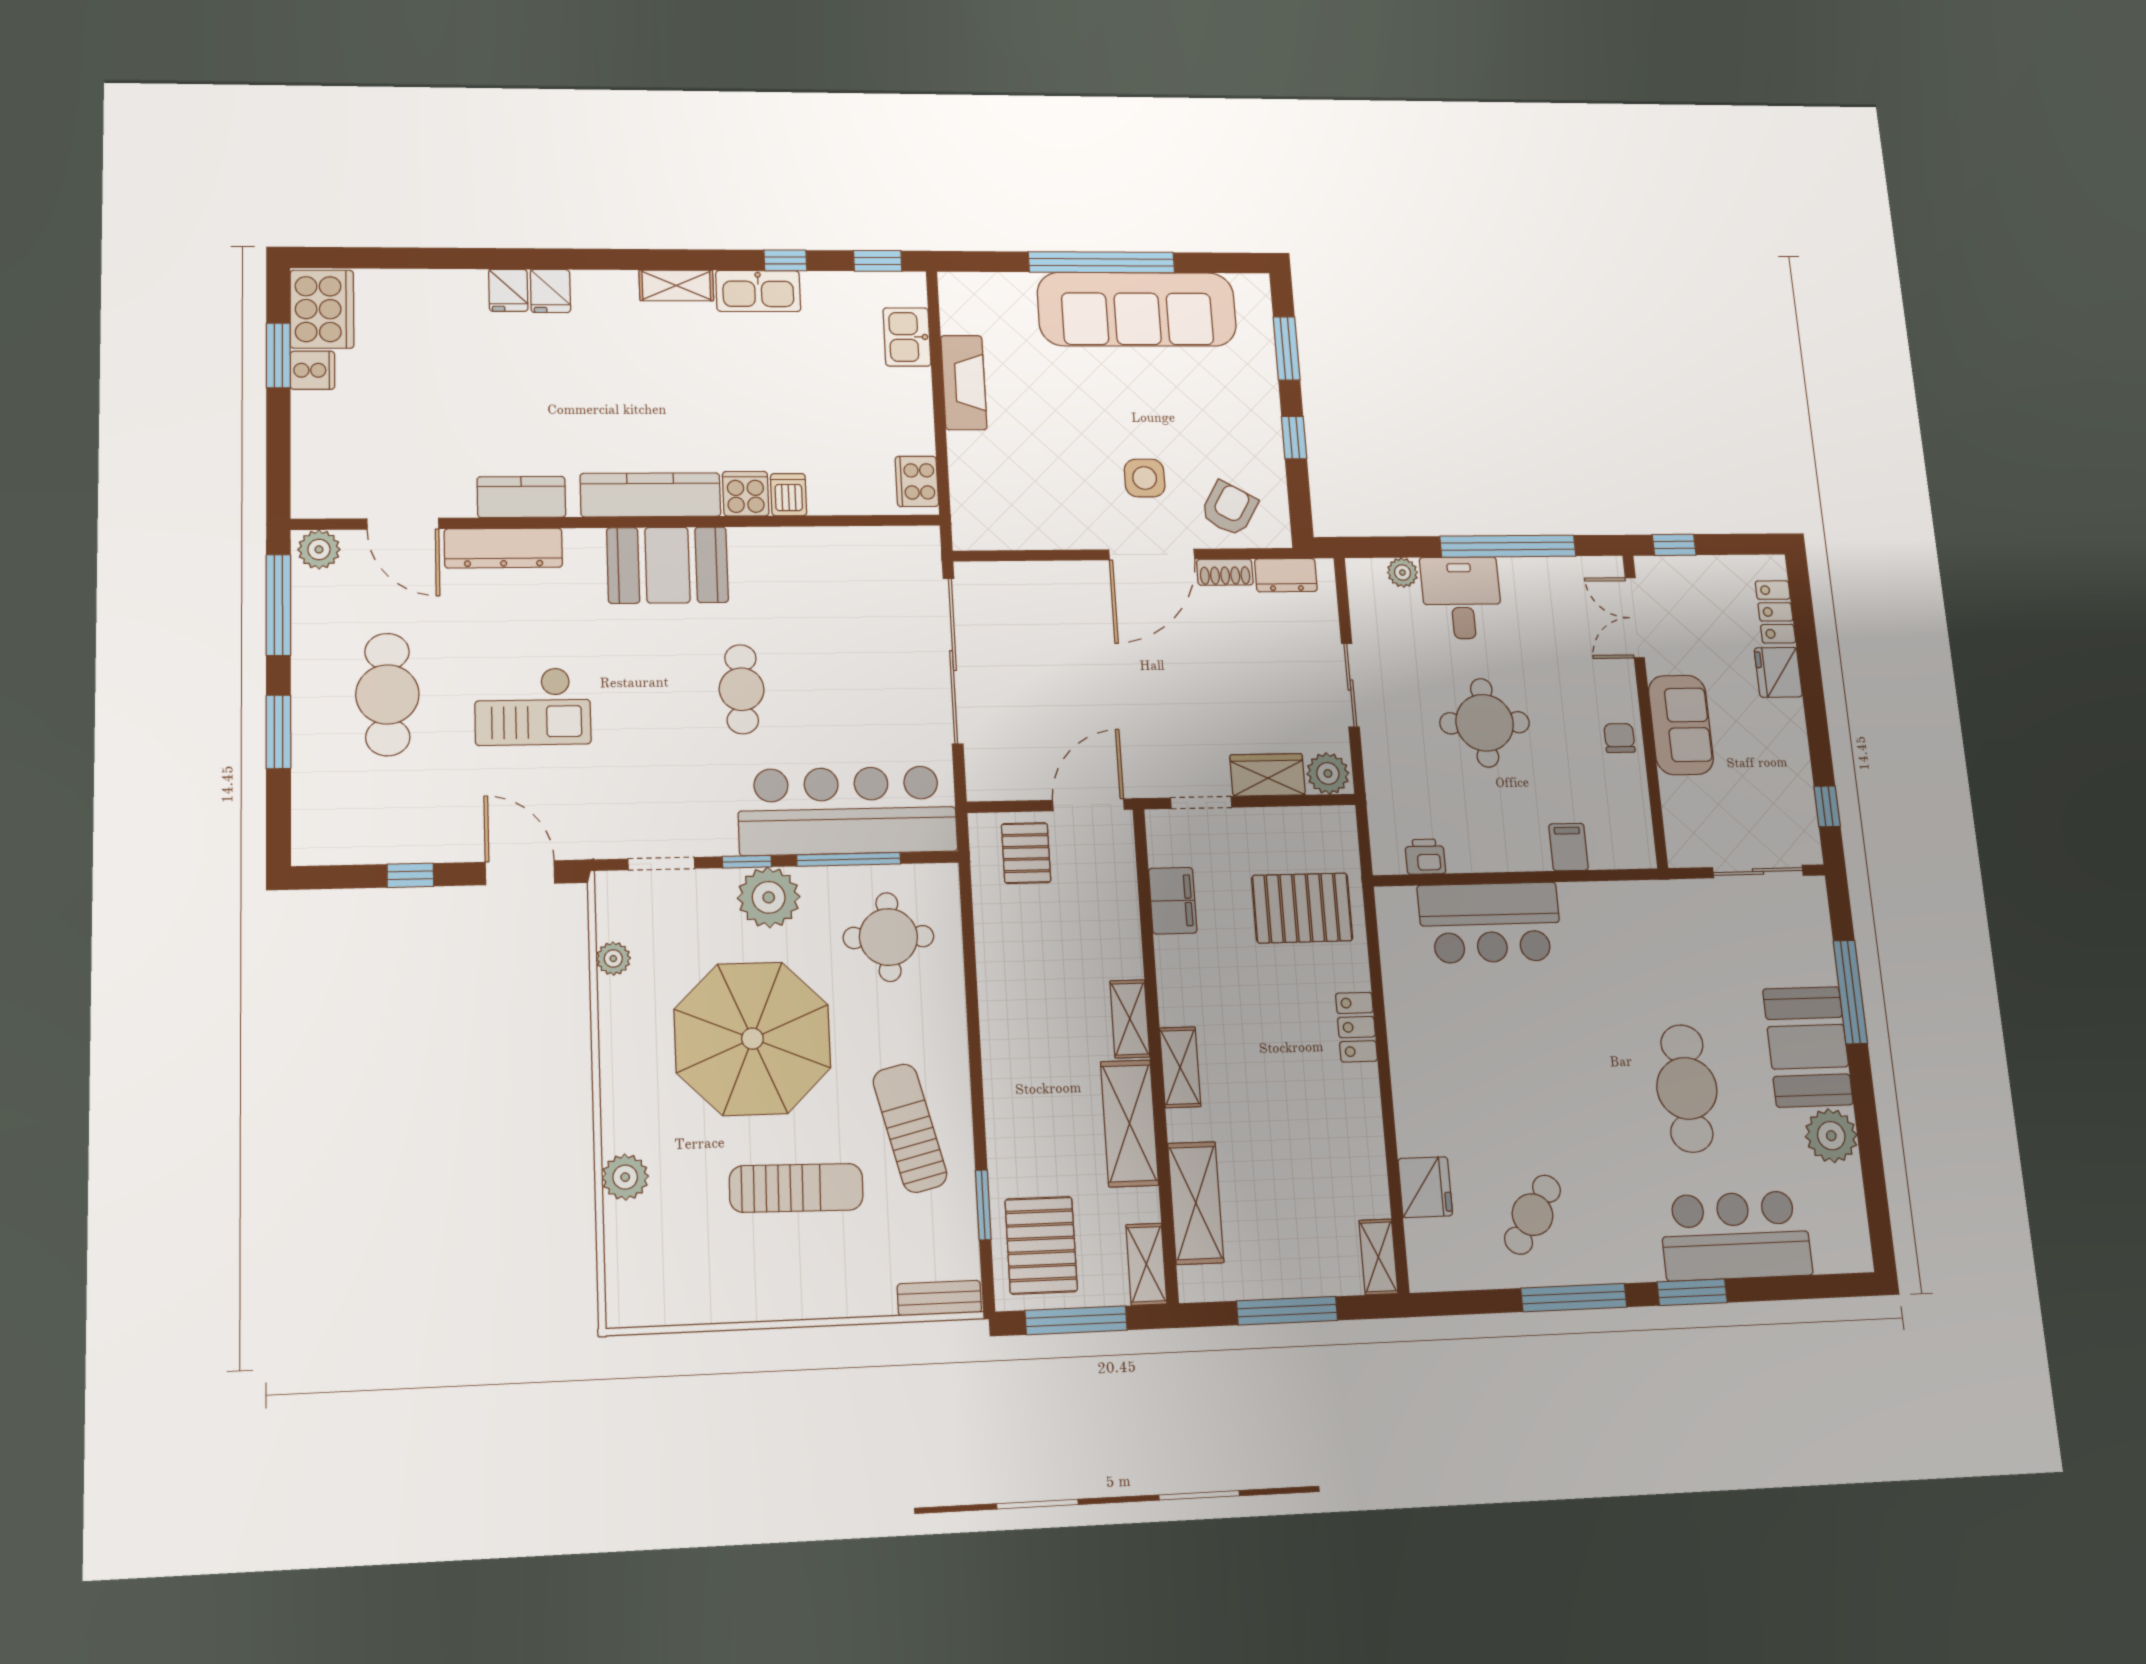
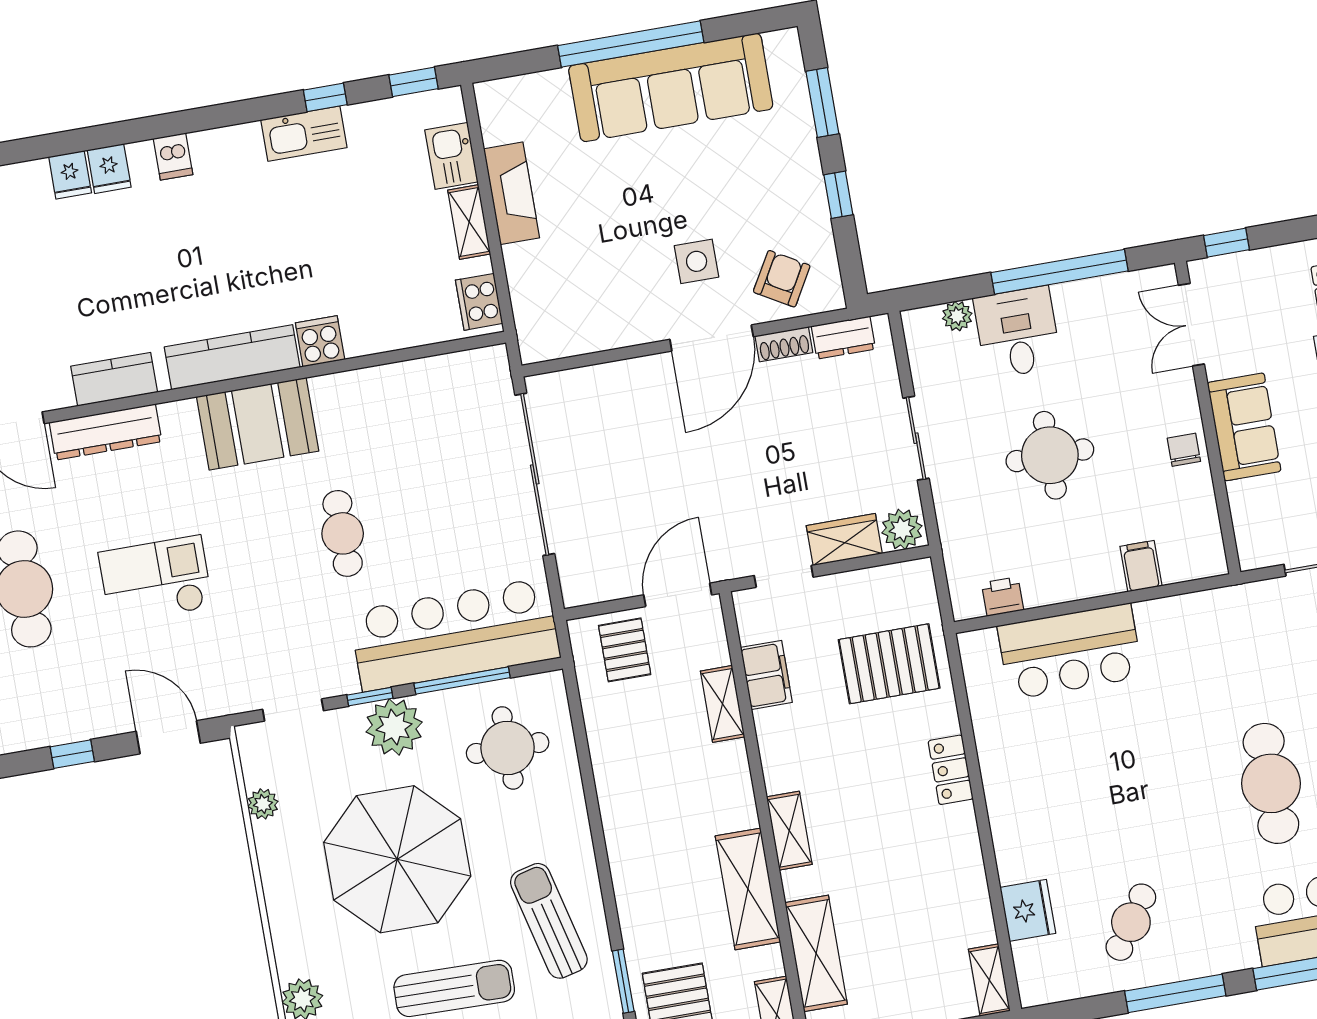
shelving: (676, 285) -> (469, 222), moved, turned 90
dishwasher: (789, 495) -> (173, 156), moved, turned 180
checkout: (533, 706) -> (156, 580), turned 180
shelving: (1130, 1019) -> (723, 704), moved

